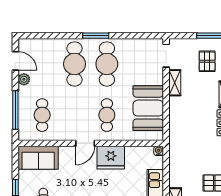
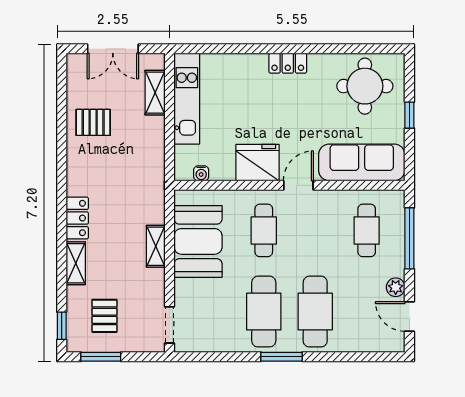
shelving: (175, 83) -> (156, 246), moved
water cooler: (159, 151) -> (201, 173), moved
sofa: (38, 158) -> (362, 162), width x1.36

